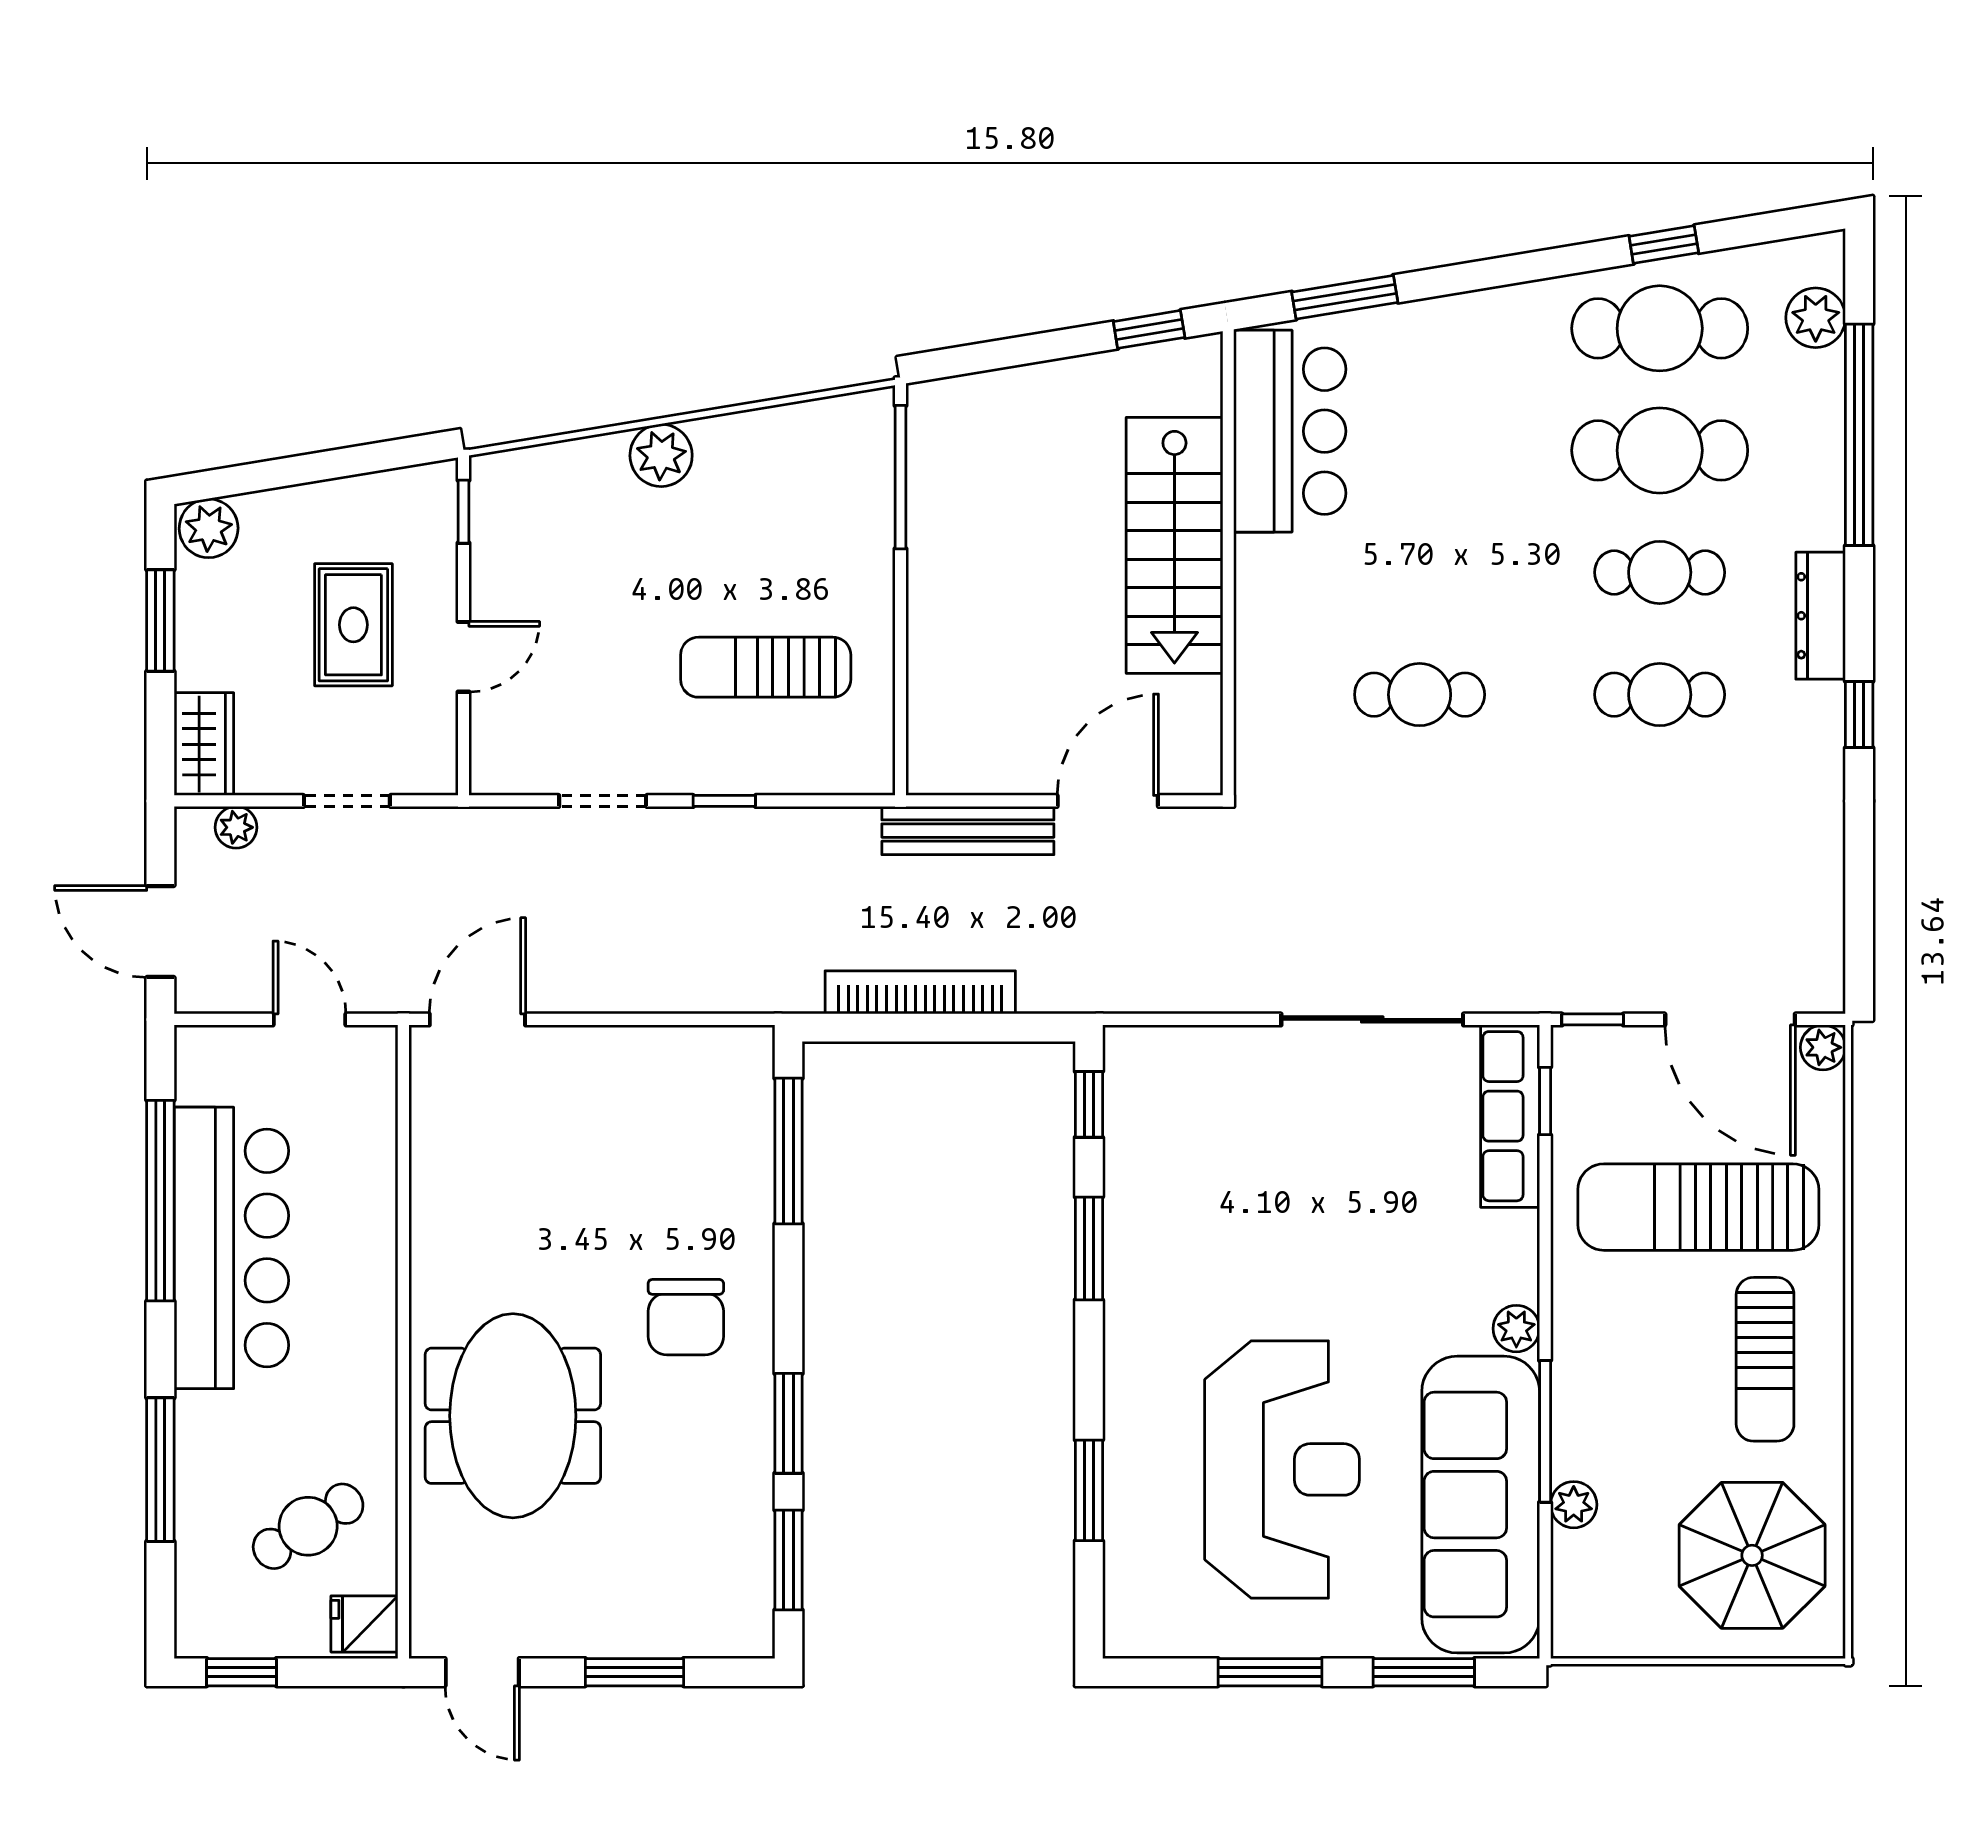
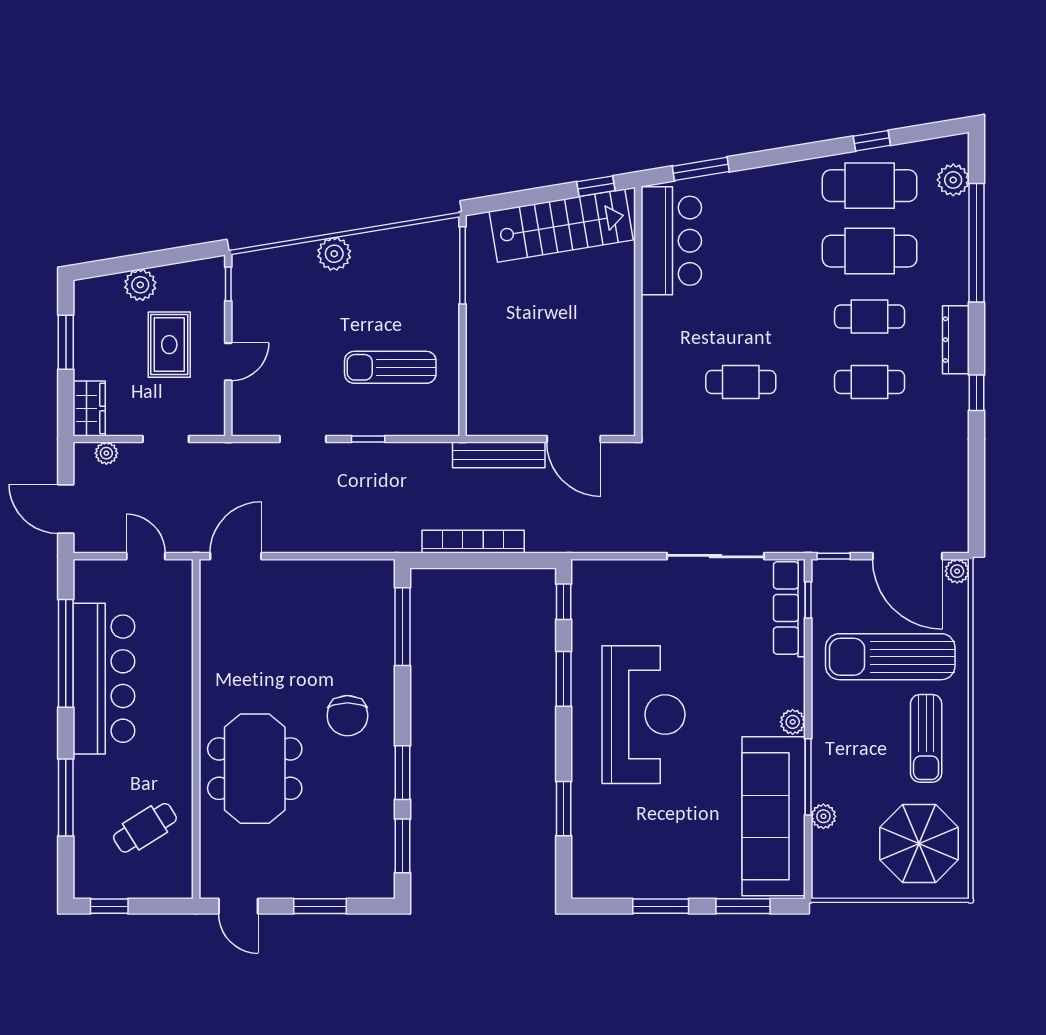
plant: (209, 528) -> (140, 285), moved
stairs: (1174, 545) -> (561, 226), moved, turned -99
door: (1108, 801) -> (574, 439), swing flipped
reception desk: (1282, 1469) -> (644, 715), moved
fridge: (364, 1624) -> (175, 880), removed

